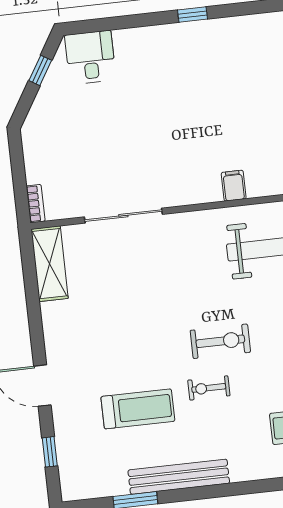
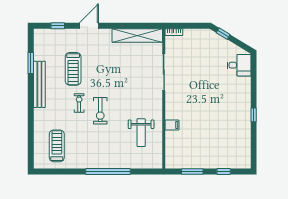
window: (40, 70) -> (223, 34), moved
shelving: (50, 264) -> (137, 35), width x1.47

